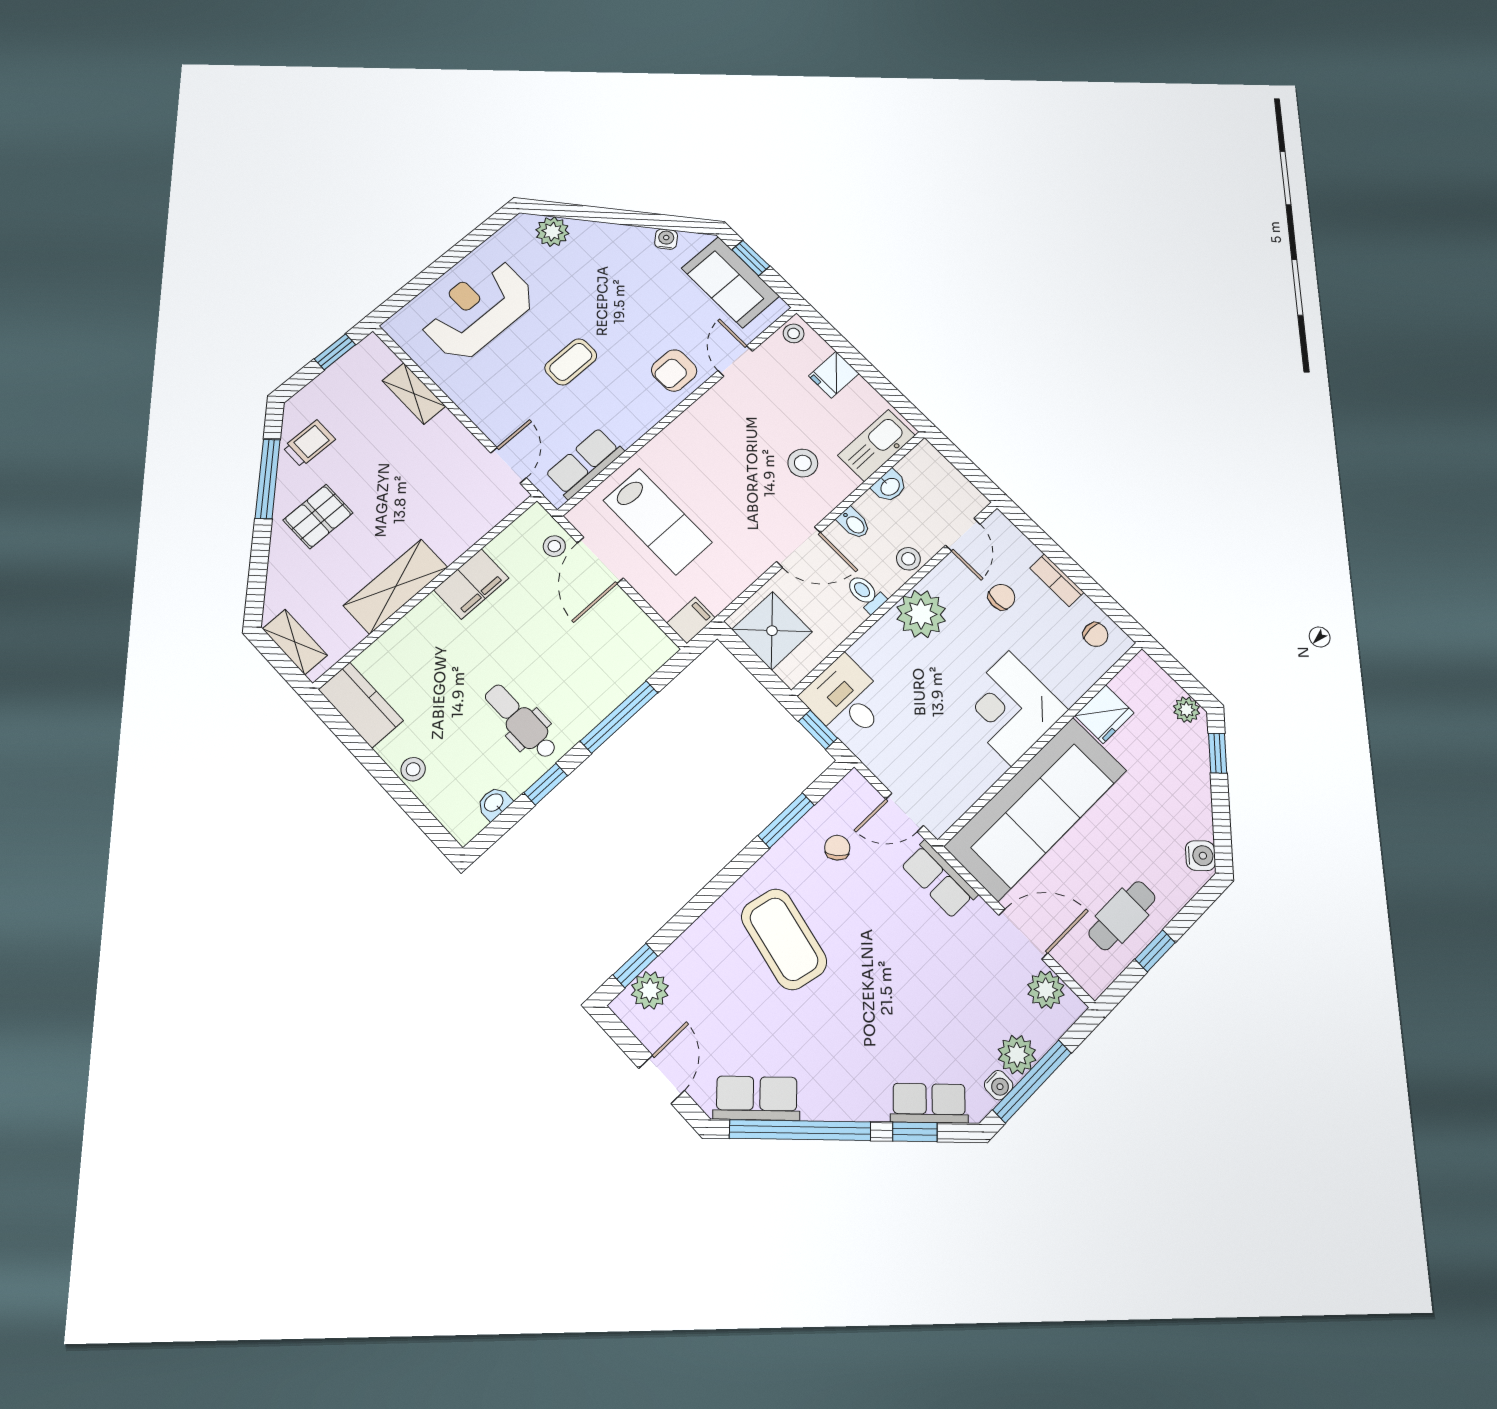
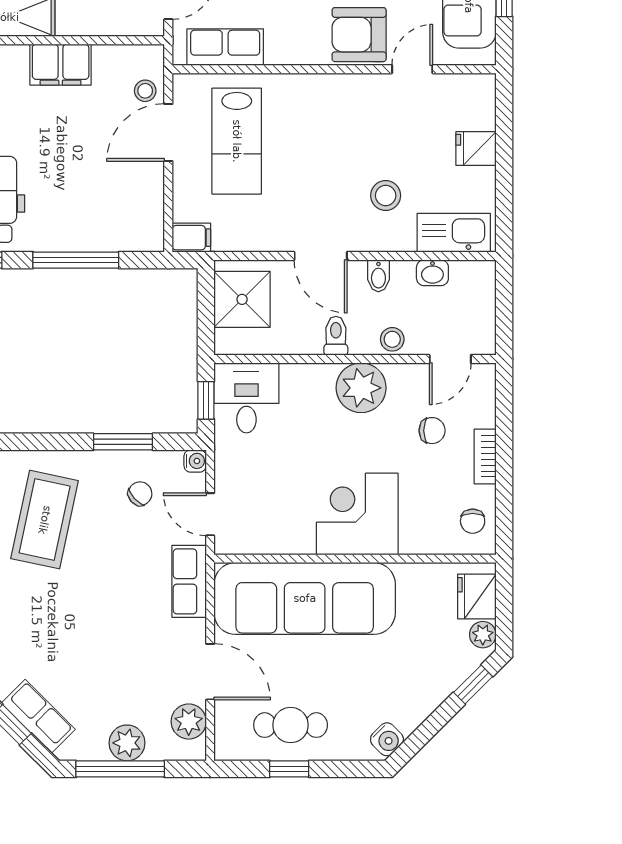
stool: (794, 333) -> (478, 88), removed
armchair: (674, 370) -> (359, 35), width x1.38, depth x1.38
fridge: (1104, 714) -> (477, 596), moved, turned 90
water cooler: (999, 1085) -> (195, 461), moved, turned -90

